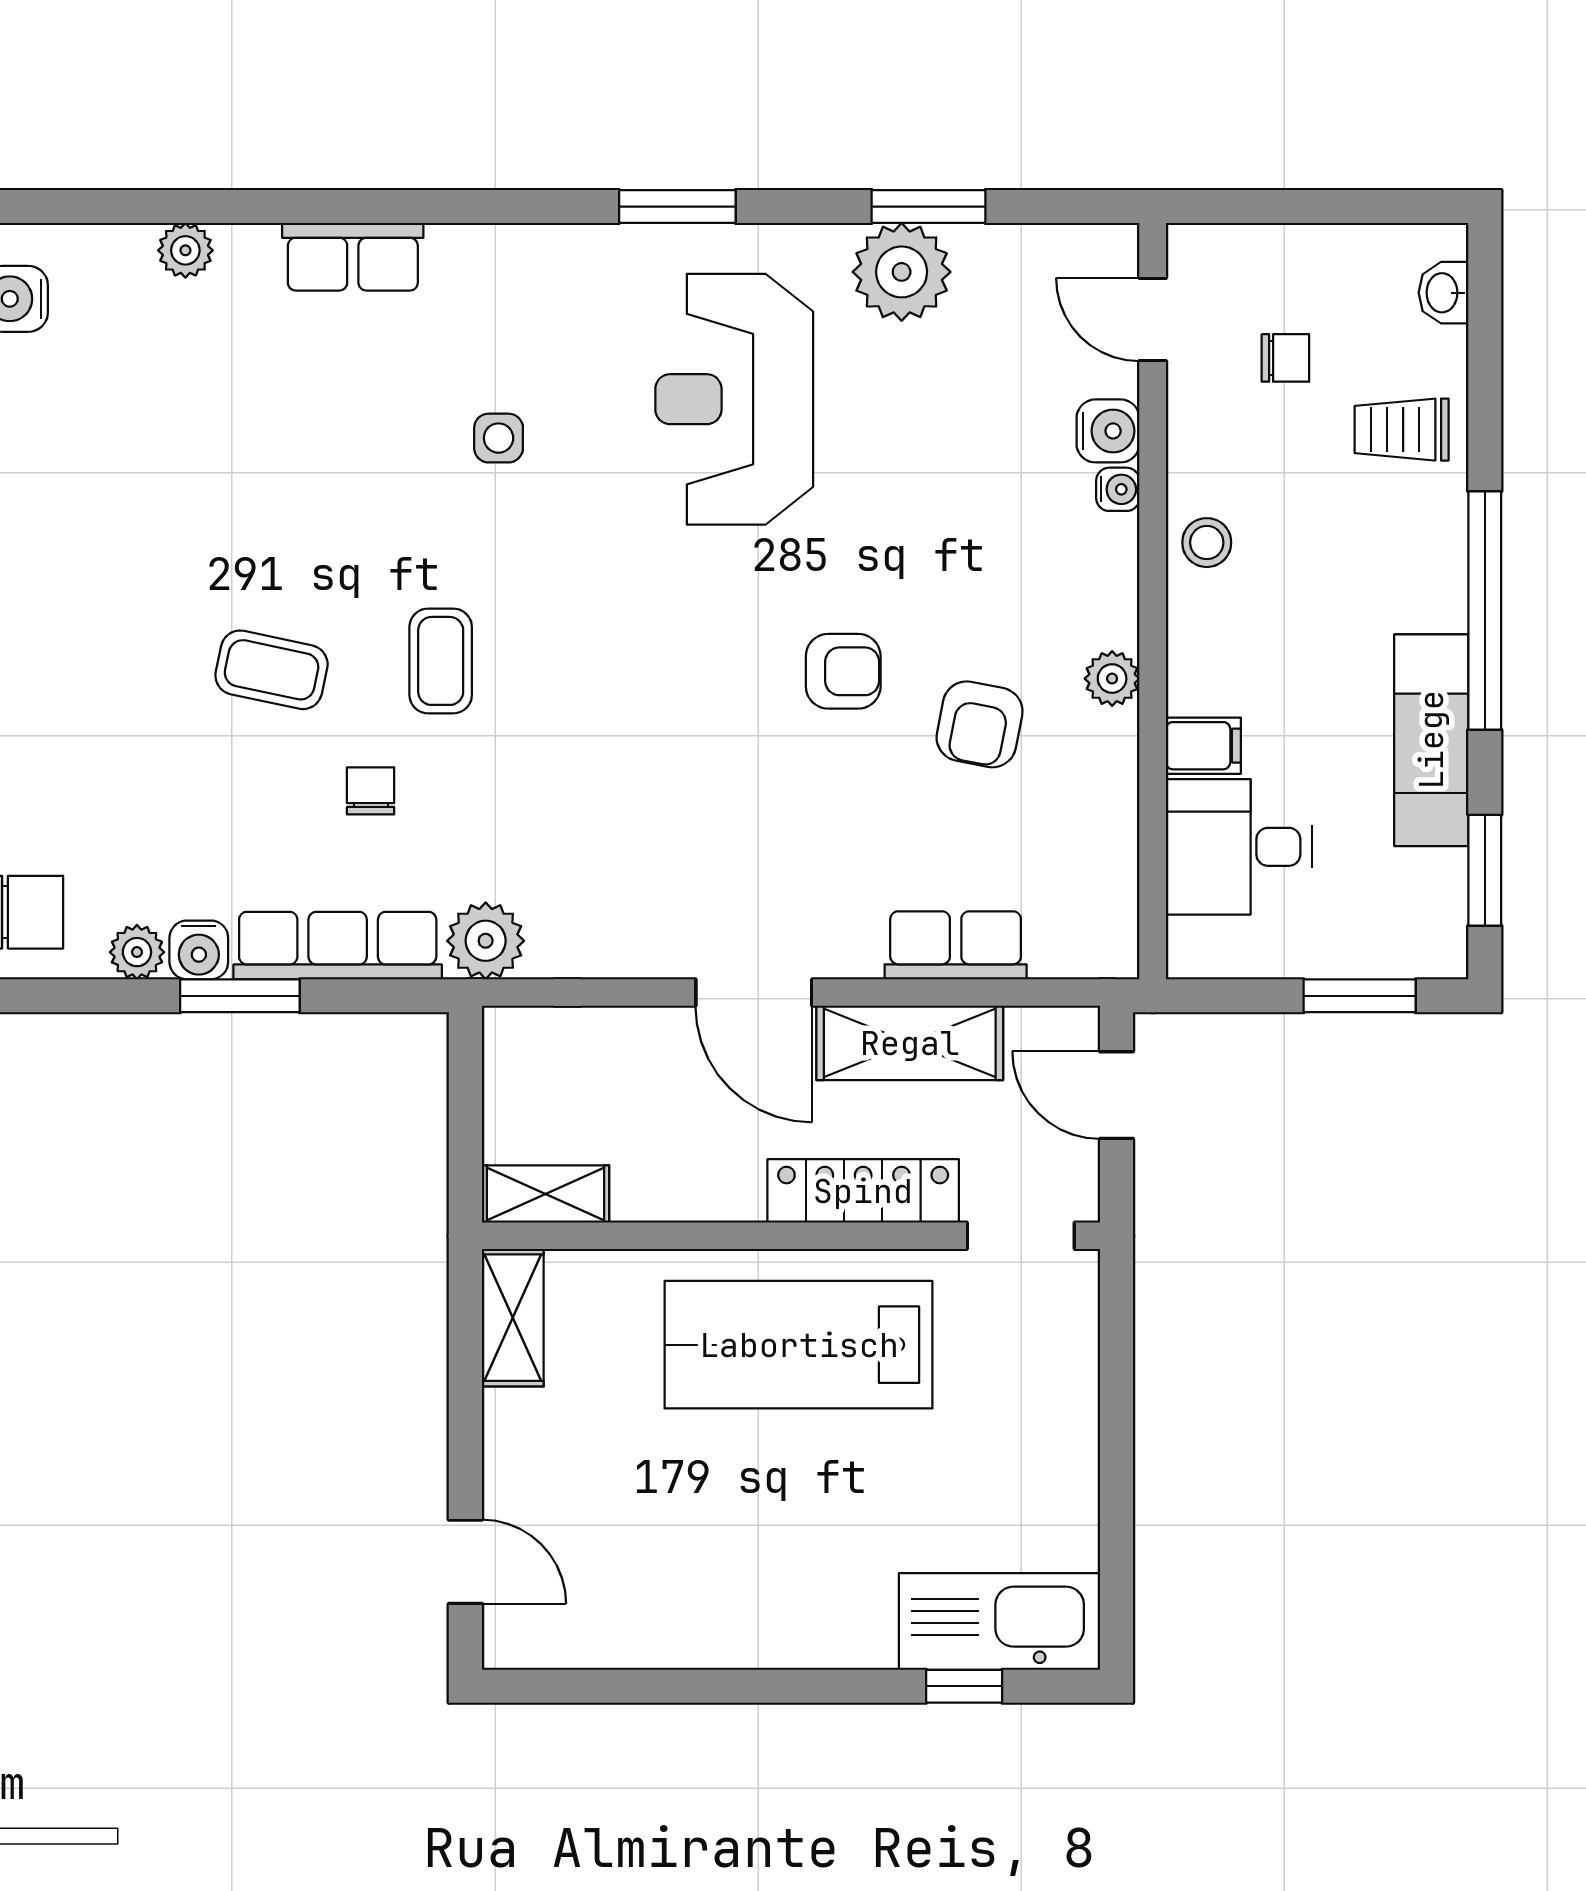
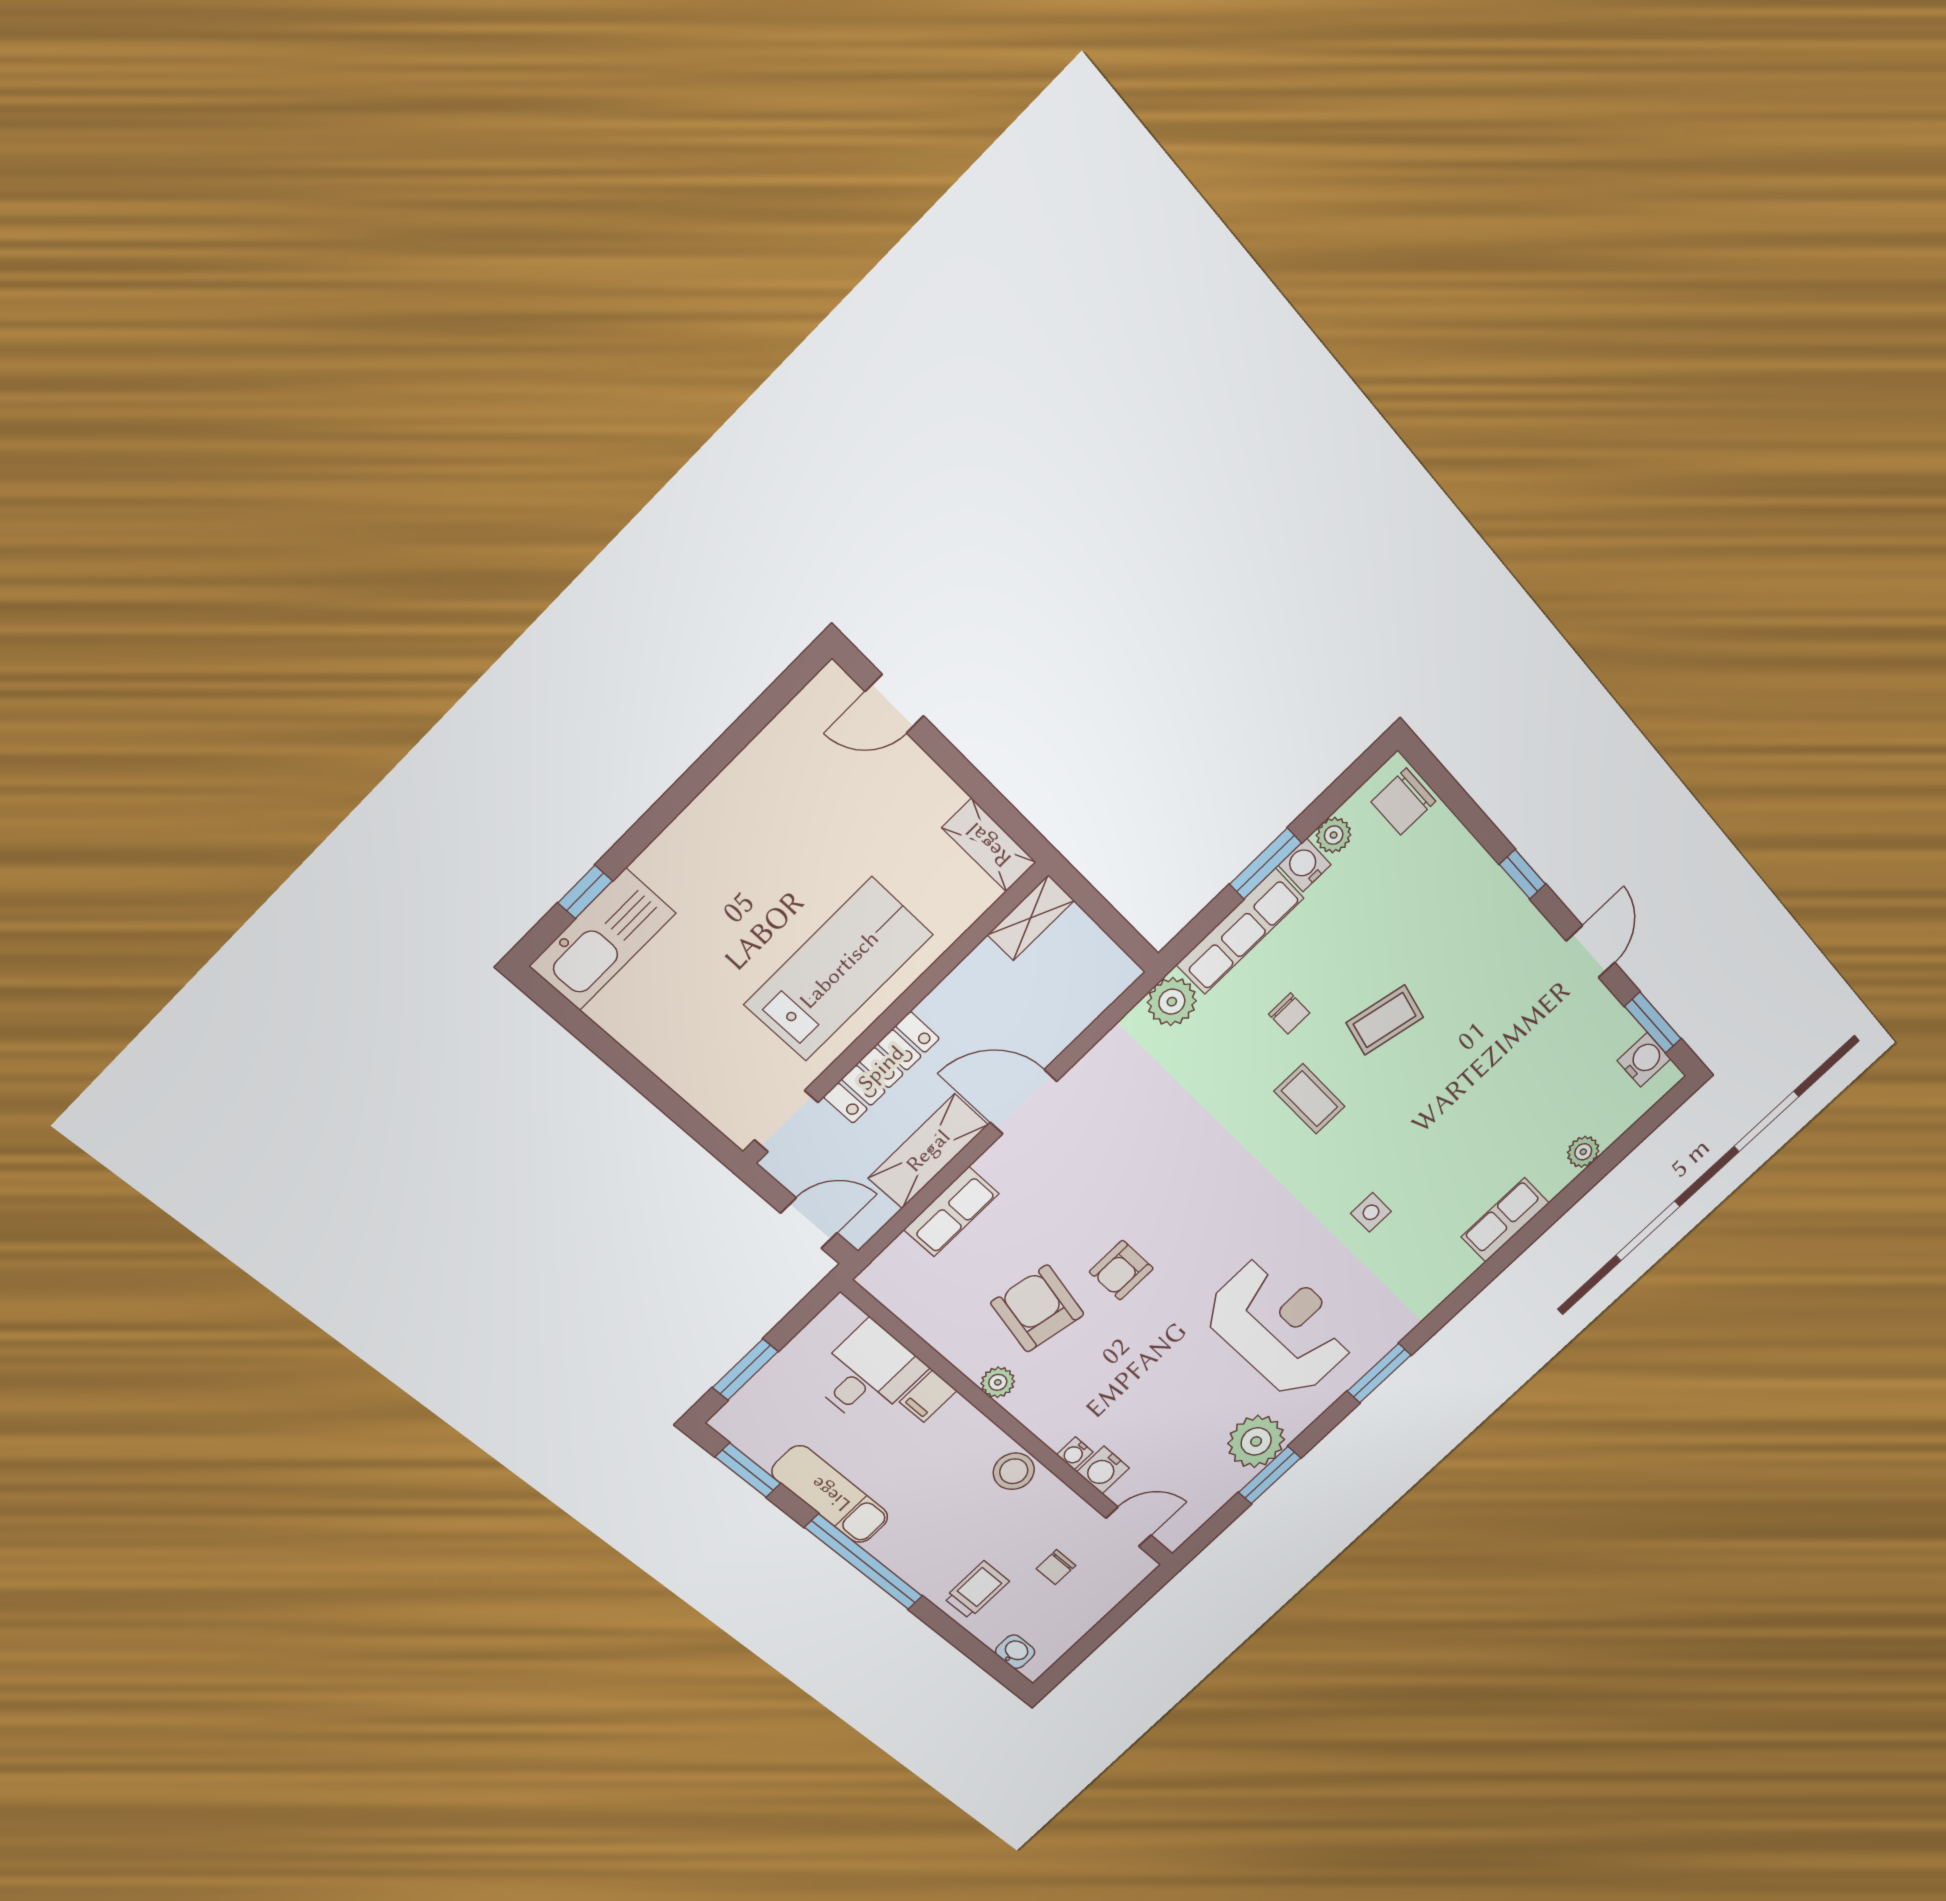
stool: (1207, 543) -> (1014, 1471), width x1.37, depth x1.37
armchair: (980, 724) -> (1037, 1309), width x1.38, depth x1.38

